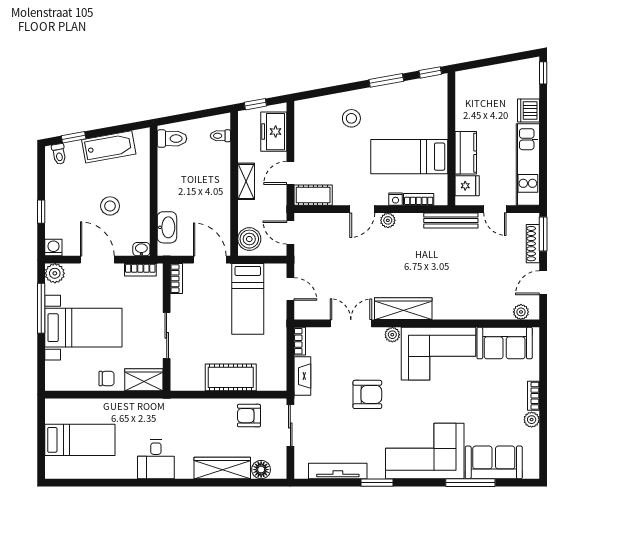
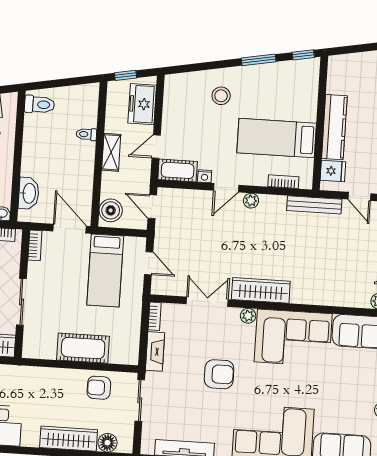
toilet: (220, 136) -> (86, 134), moved
kitchen counter: (466, 153) -> (334, 127), width x1.50
nightstand: (396, 199) -> (205, 176), moved

